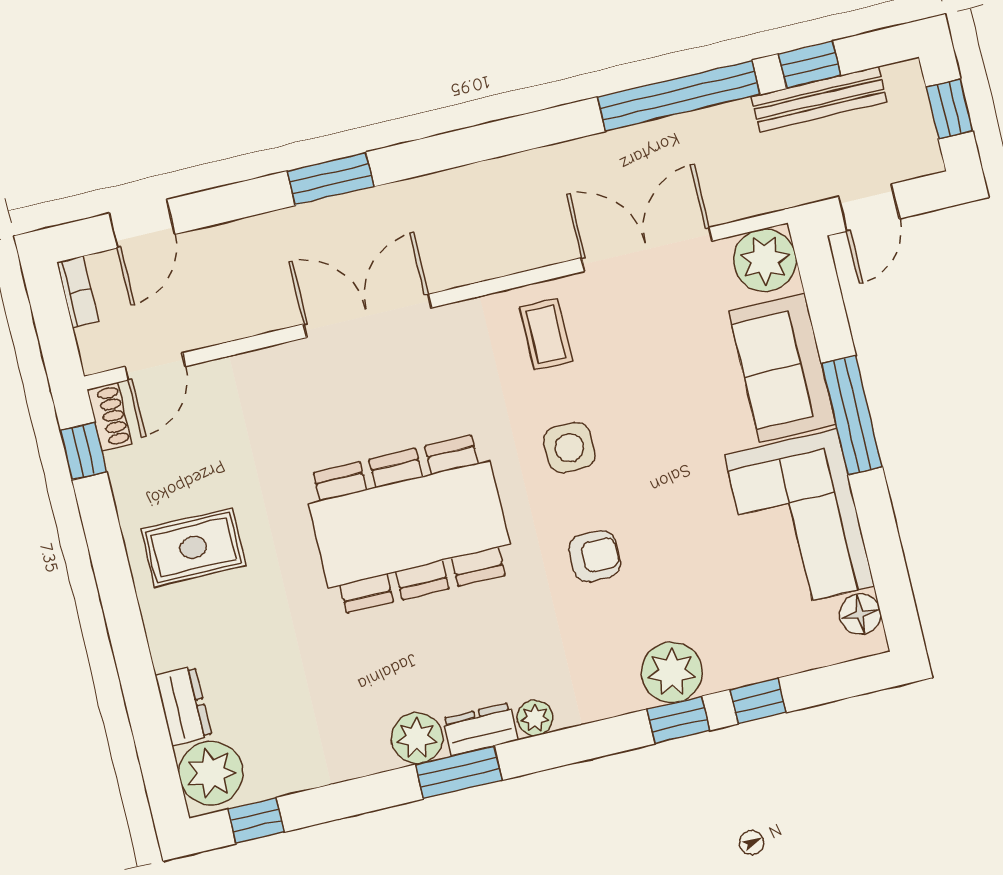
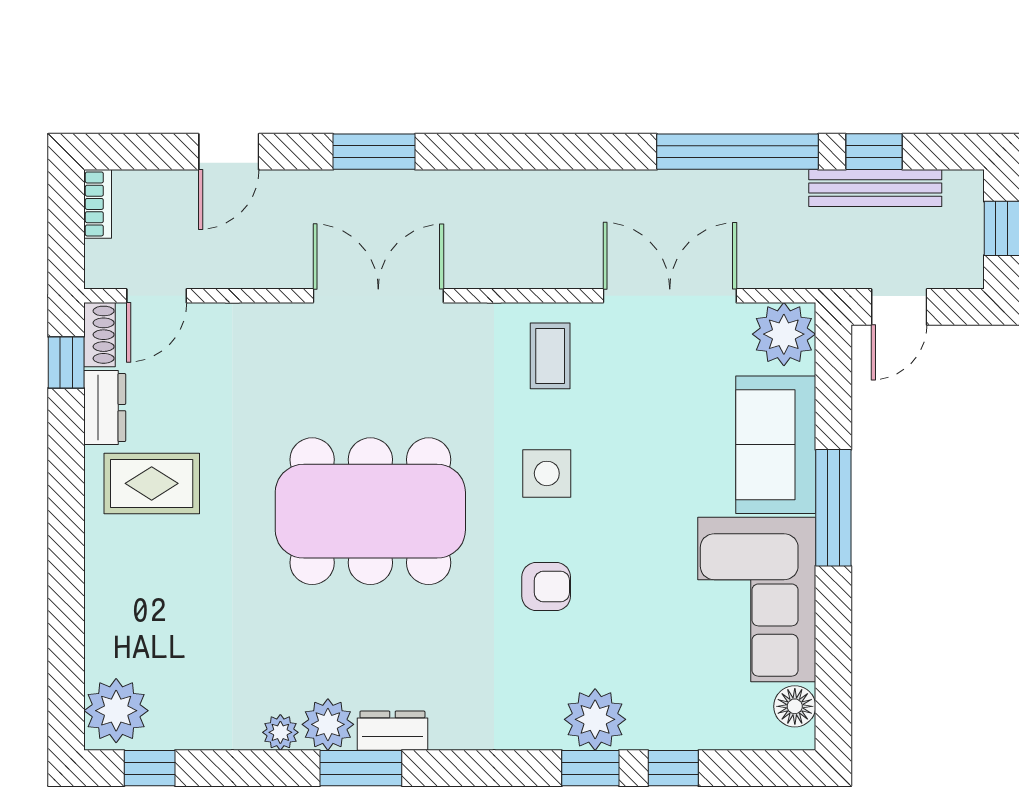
door: (142, 224) -> (229, 152), moved
dresser: (183, 706) -> (105, 408), moved
plant: (535, 718) -> (280, 732), moved

